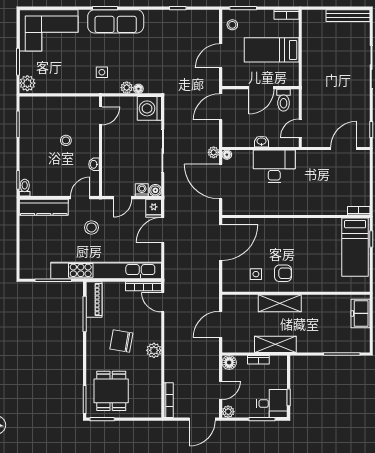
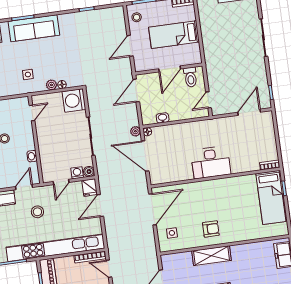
washbasin: (261, 142) -> (163, 118), moved
desk: (274, 166) -> (211, 162), moved, turned 180
side table: (256, 274) -> (172, 233), moved

